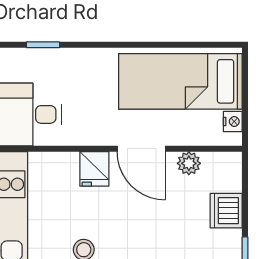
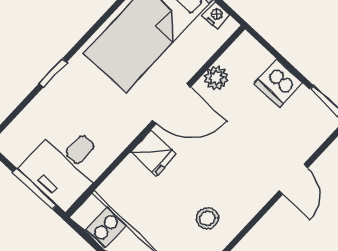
window: (43, 45) -> (53, 73), moved

